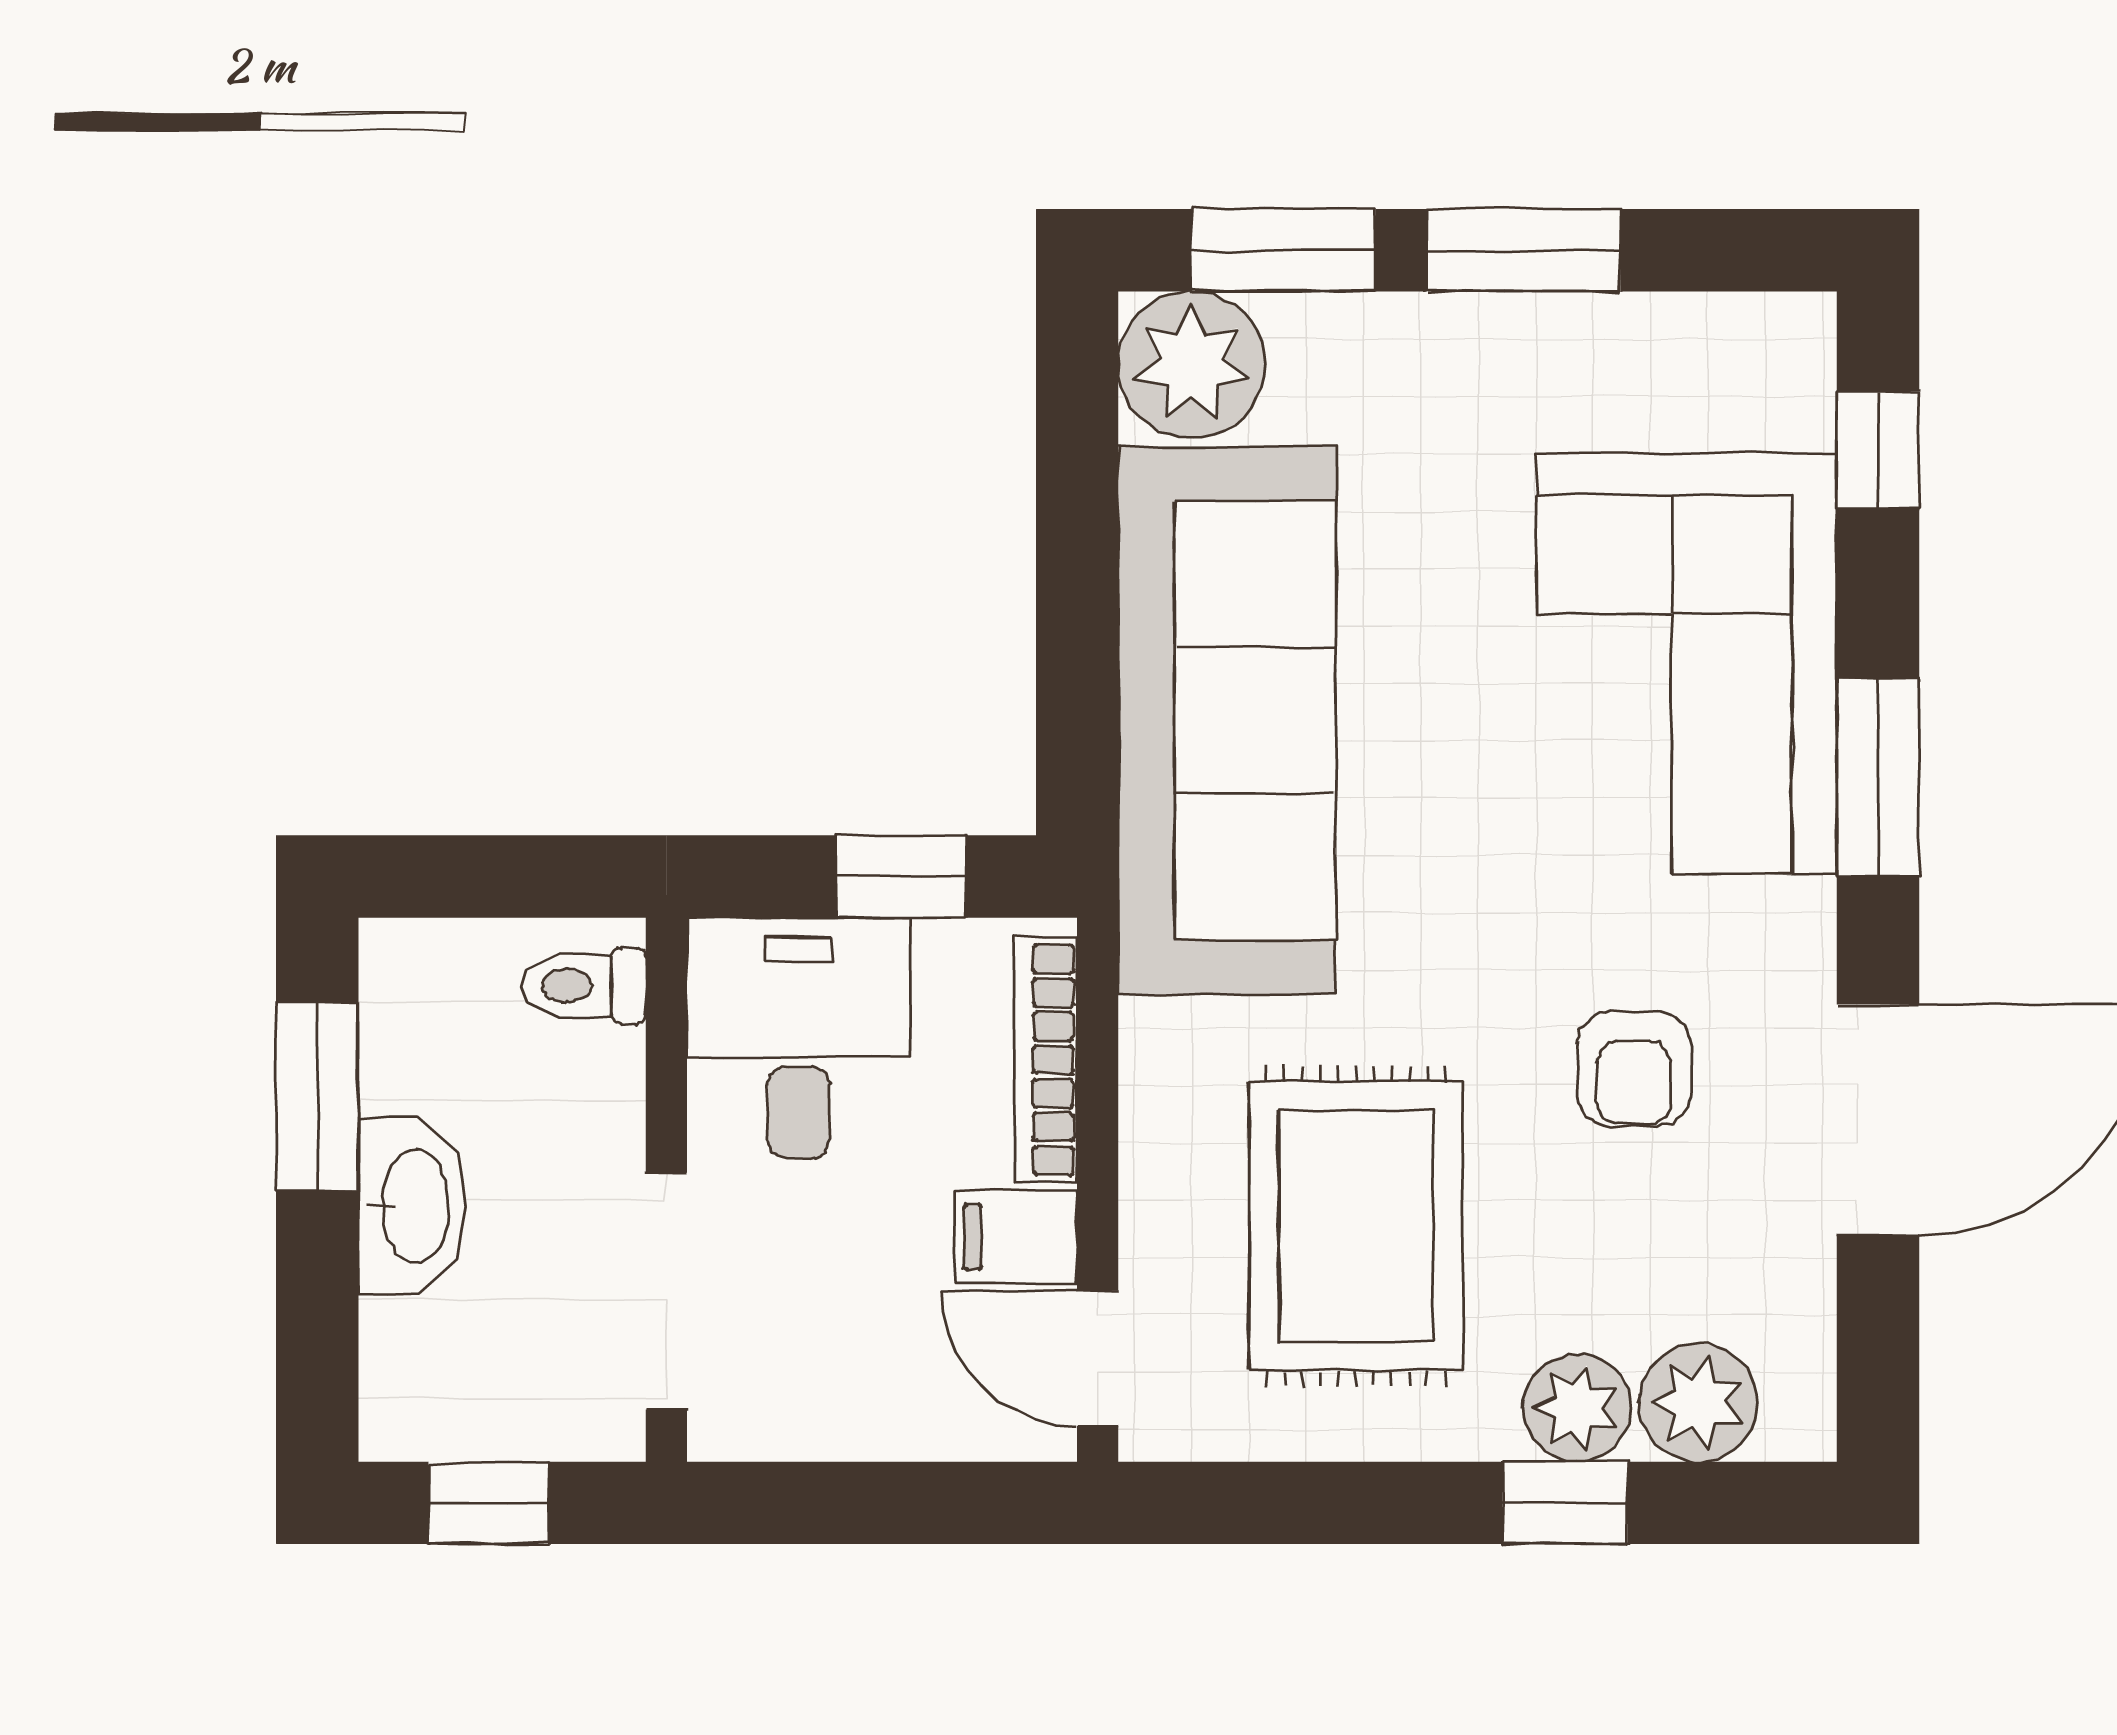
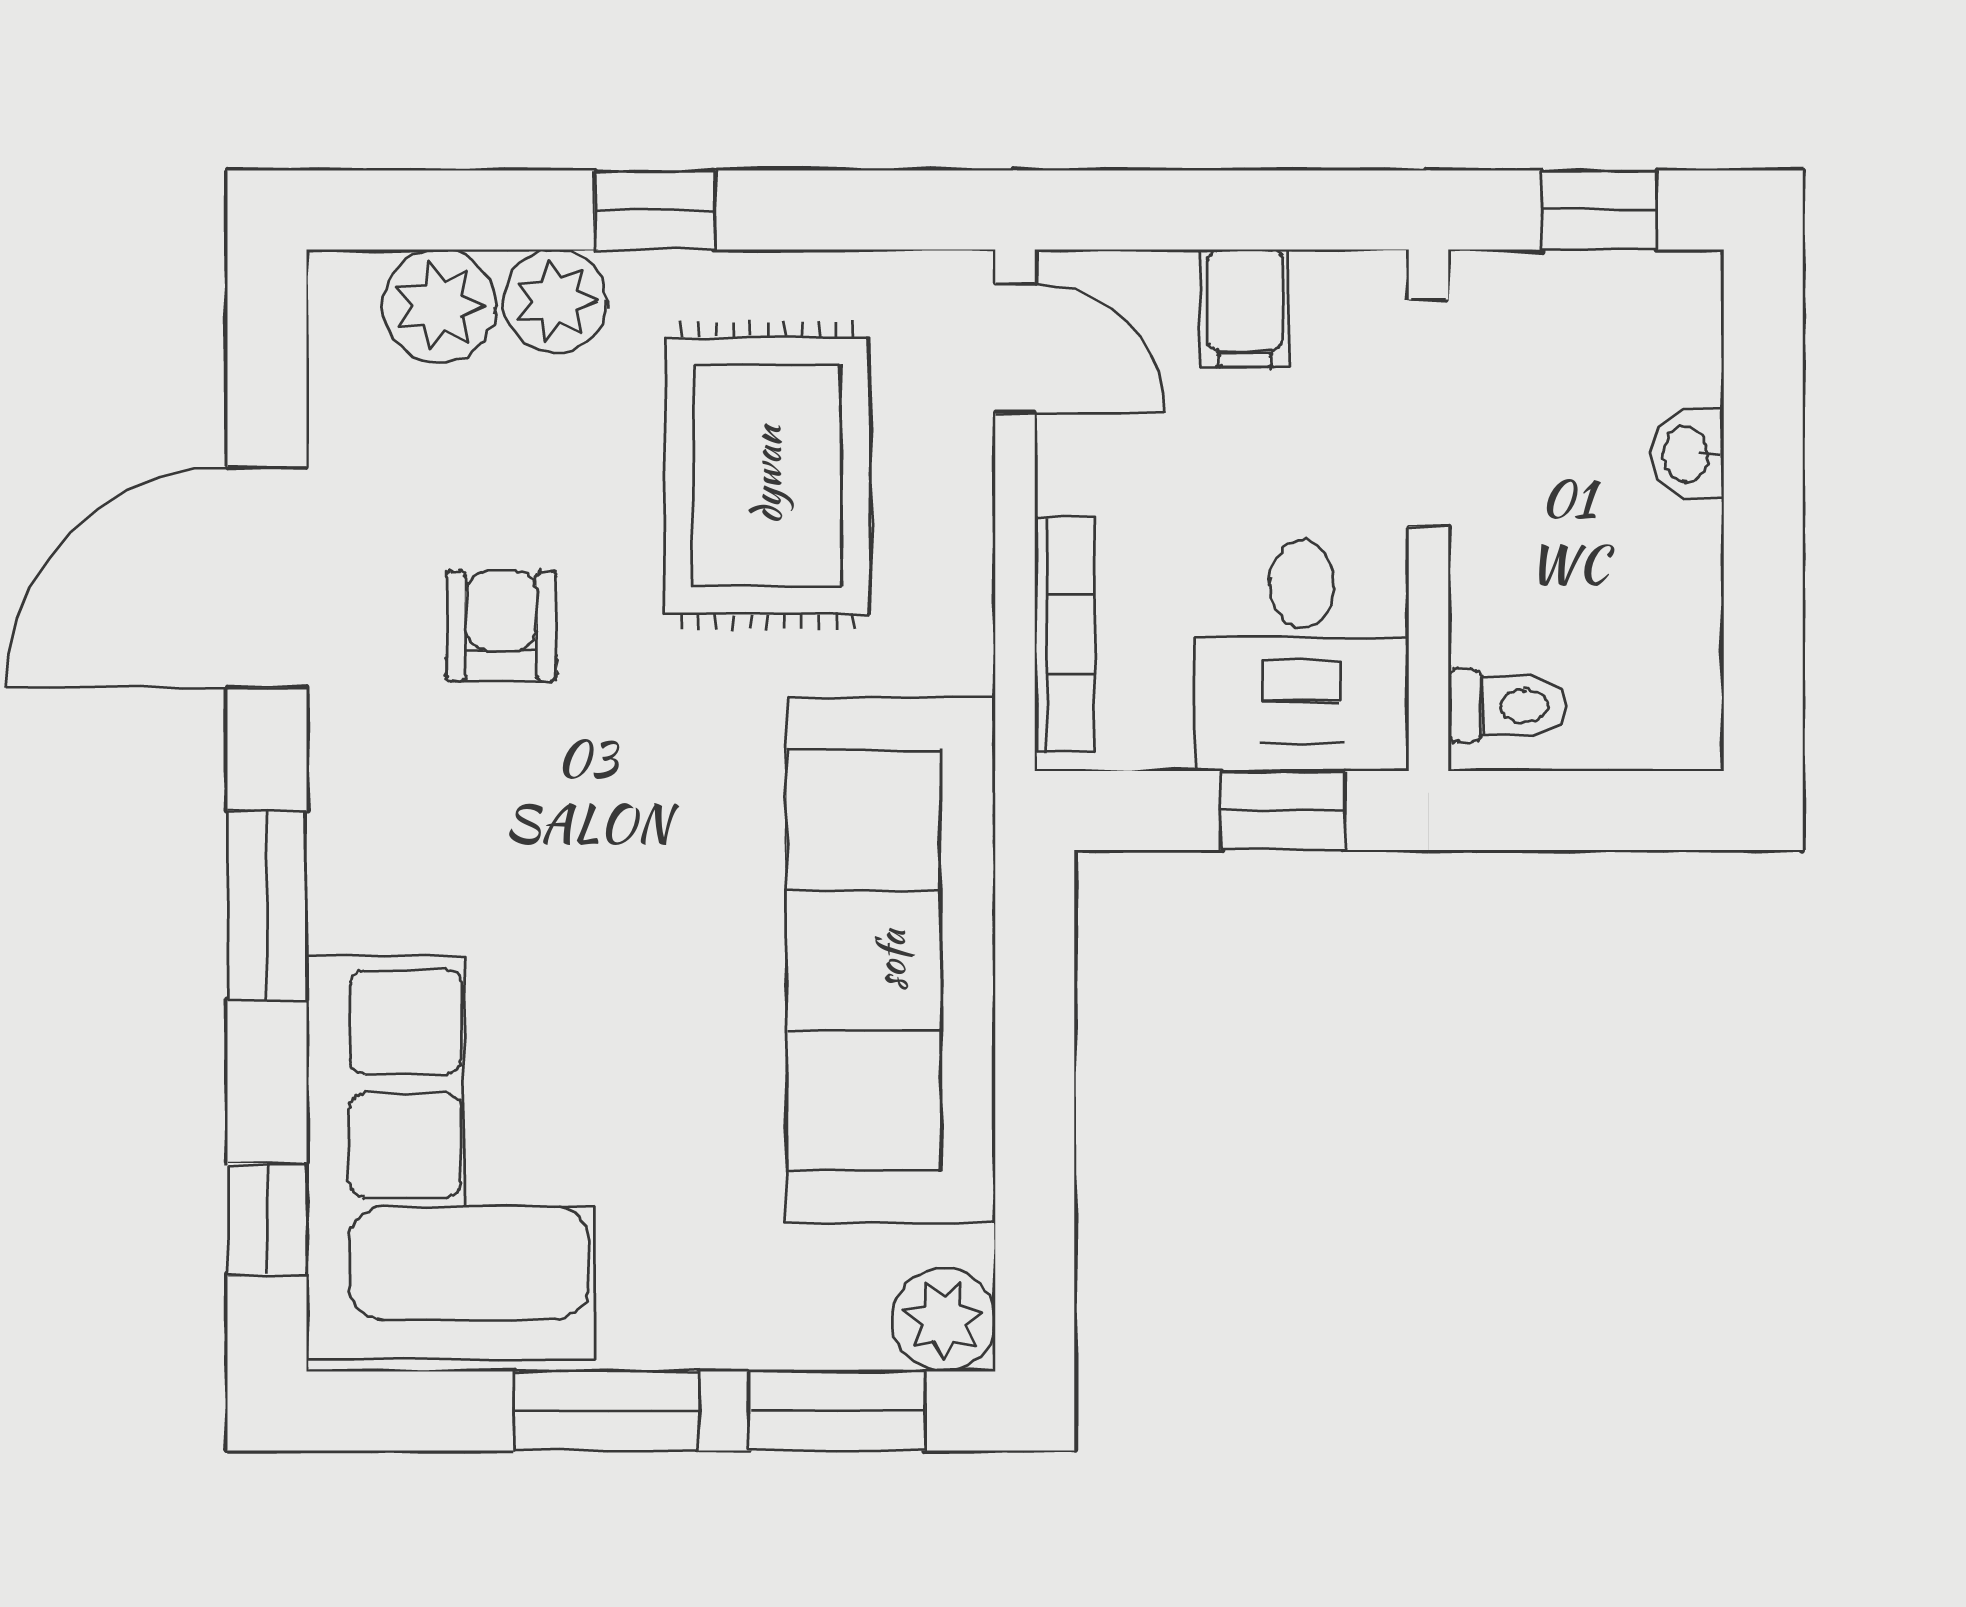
plant: (1192, 365) -> (944, 1320), width x0.73, depth x0.73
corner sofa: (1687, 664) -> (450, 1158), moved
window: (901, 877) -> (1283, 810), moved
window: (317, 1096) -> (1763, 600), removed
washbasin: (413, 1206) -> (1688, 454), width x0.52, depth x0.69
filing cabinet: (1016, 1237) -> (1245, 308), moved, turned 90
window: (1565, 1503) -> (655, 210), moved

